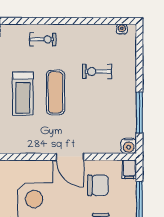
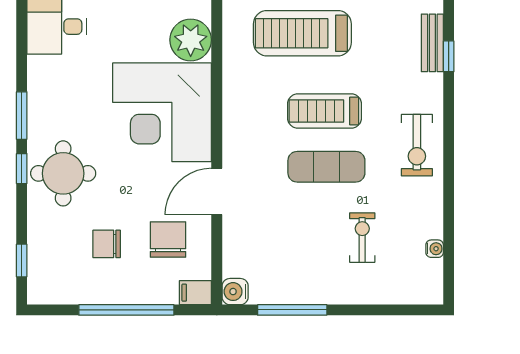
water cooler: (122, 29) -> (435, 249), moved
exercise bike: (43, 40) -> (417, 145), width x1.38, depth x1.39
chair: (98, 185) -> (168, 239), turned 180

